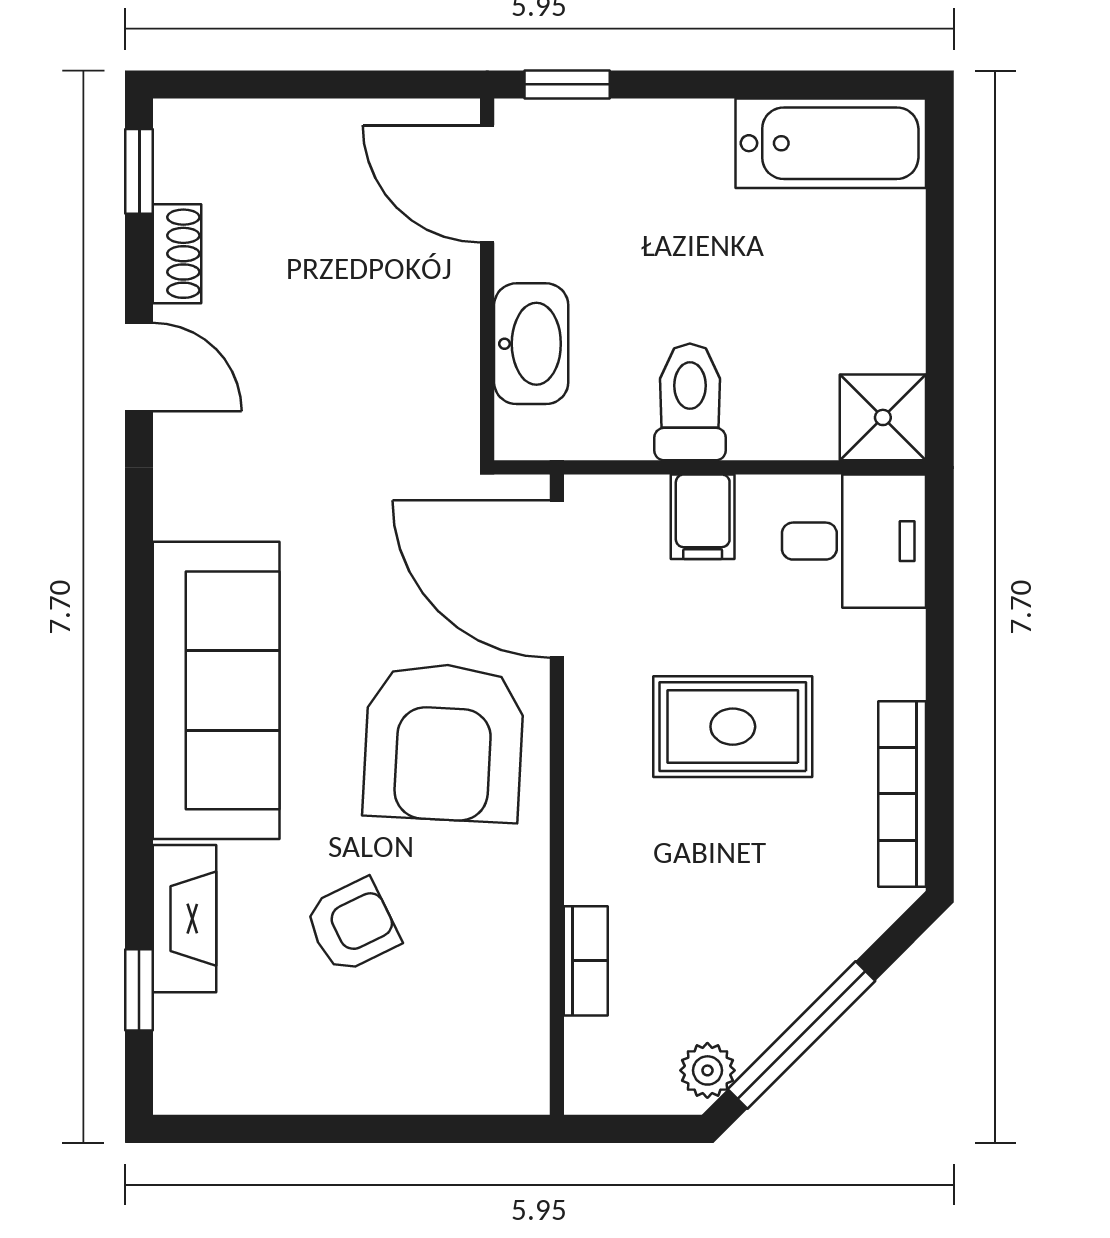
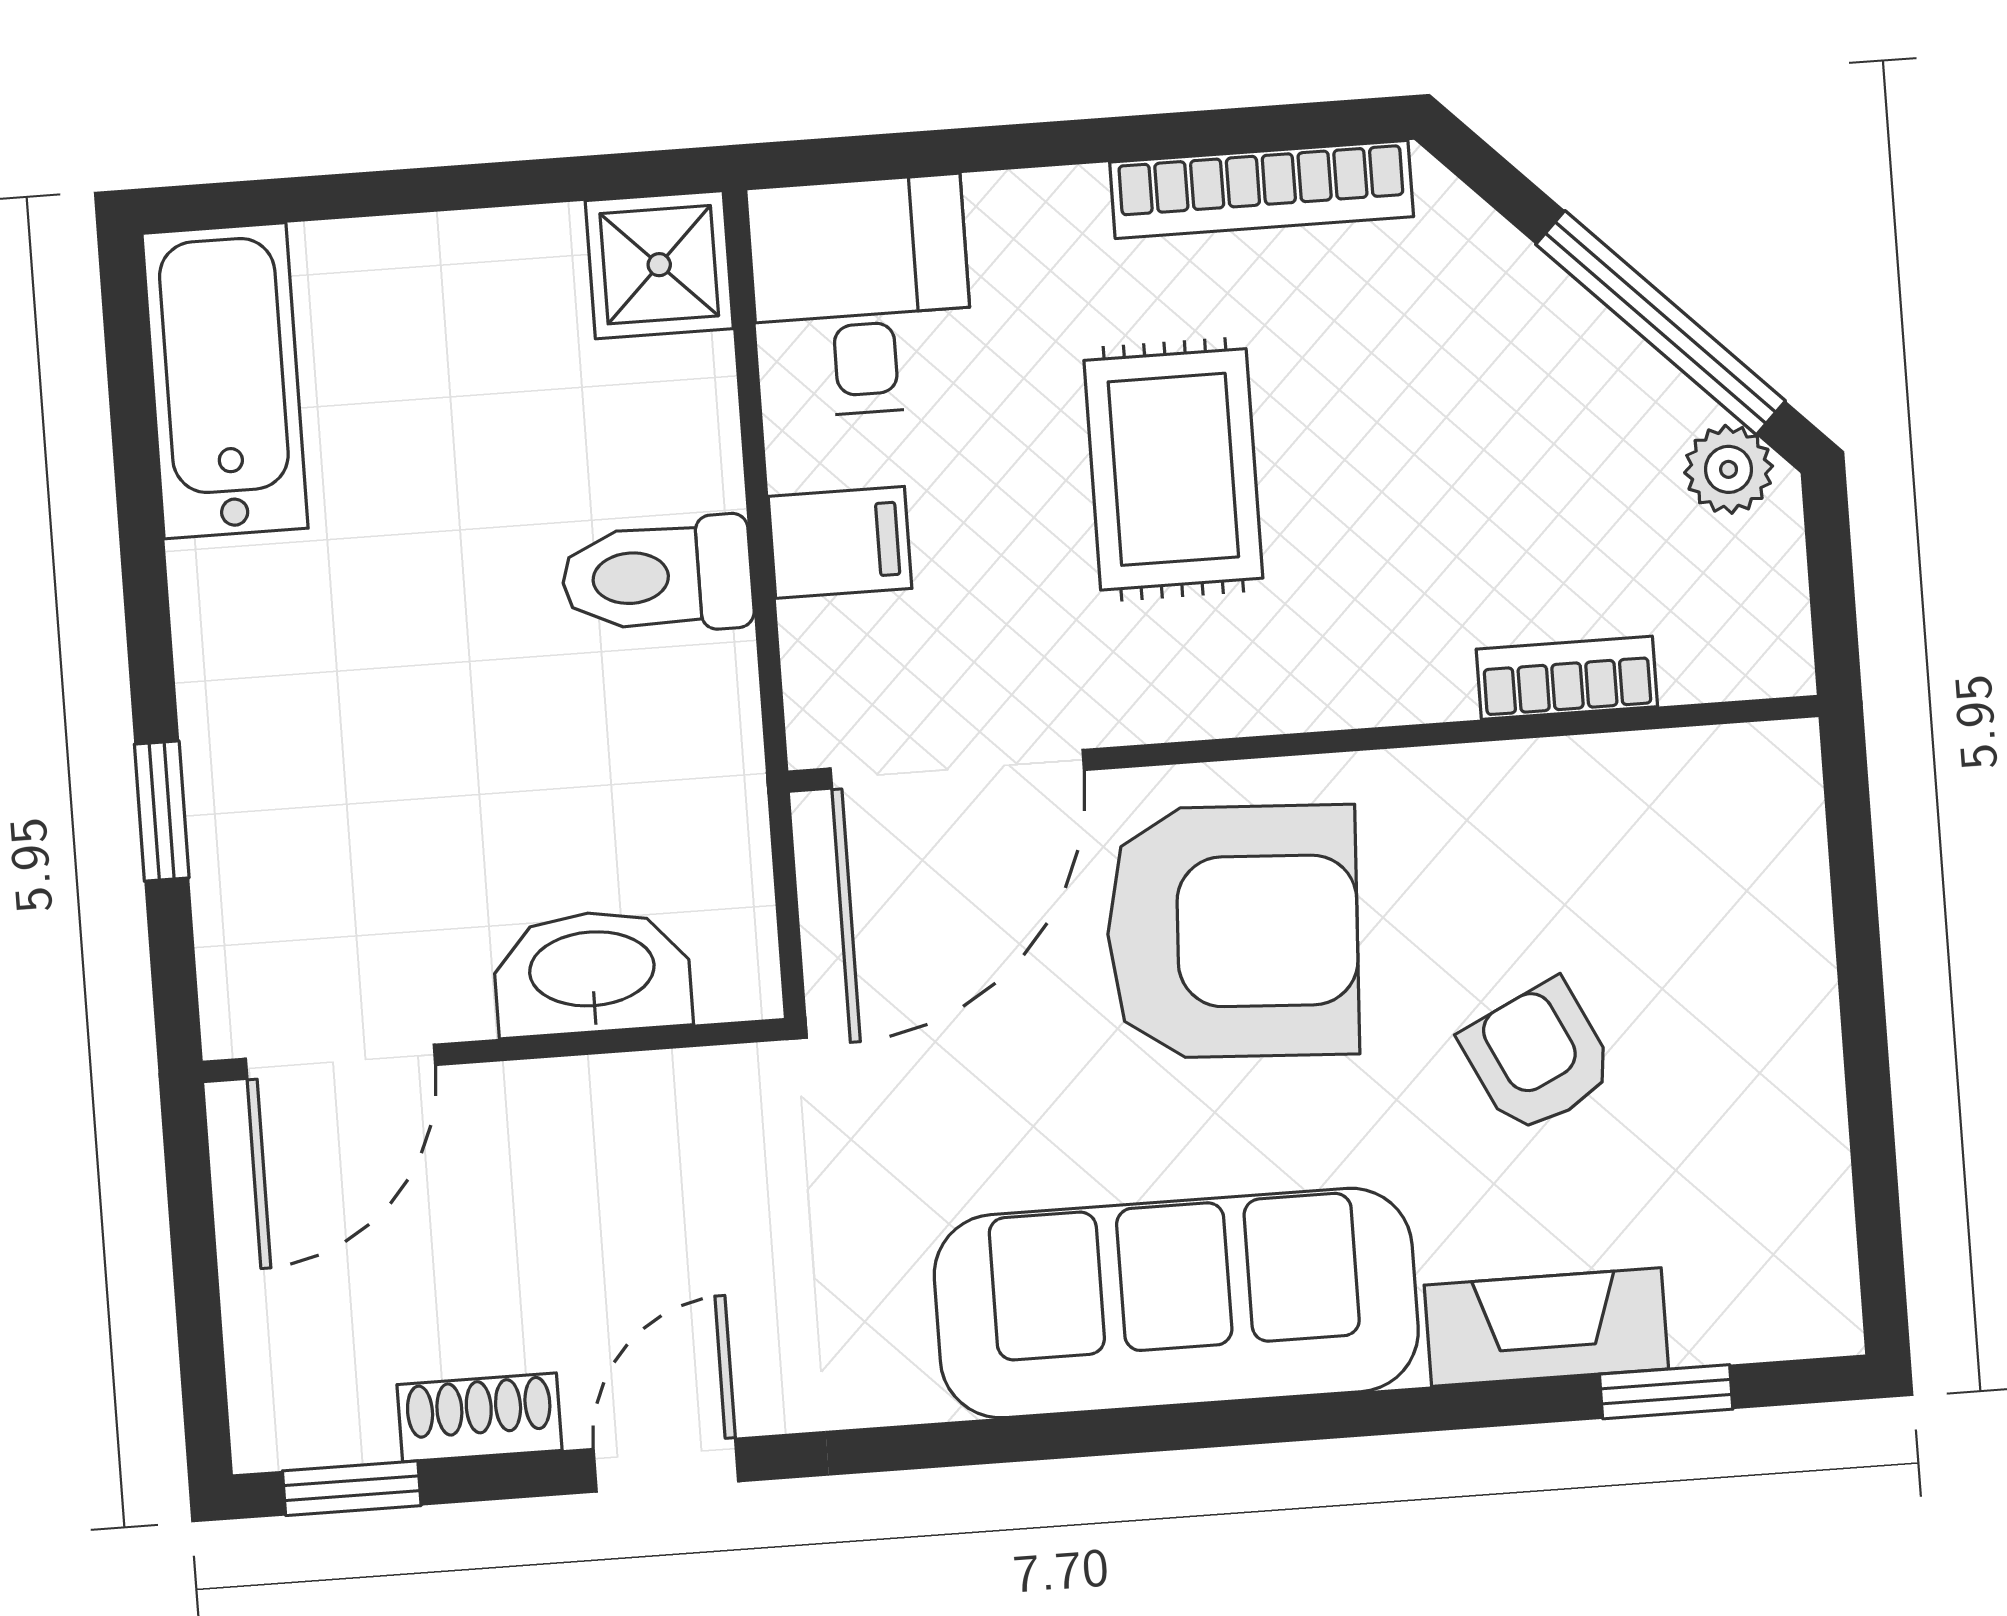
door: (487, 184) -> (341, 1062), moved
wall: (487, 279) -> (494, 1051), moved
washbasin: (531, 344) -> (592, 972), moved

